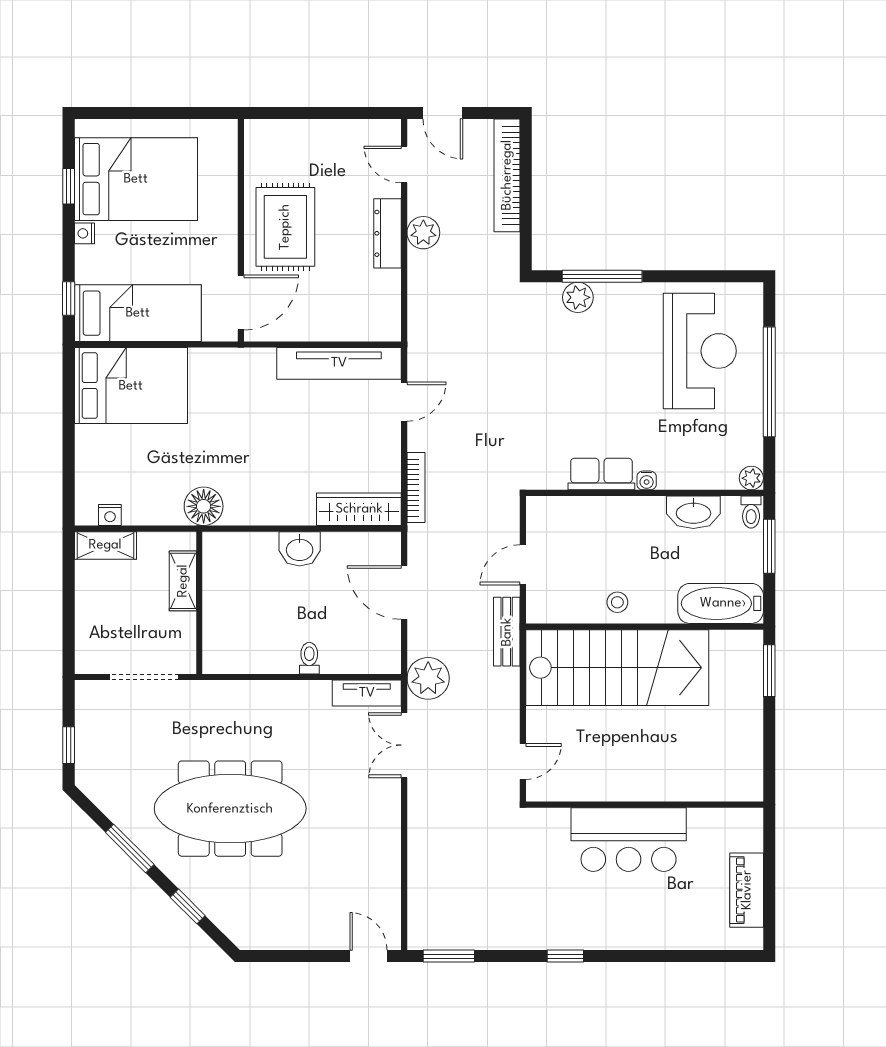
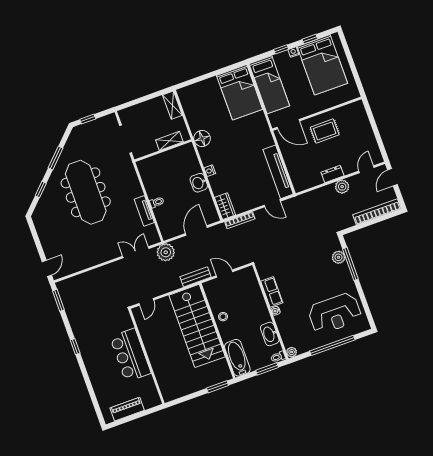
rug: (285, 227) -> (325, 131), width x0.73, depth x0.70
dresser: (387, 233) -> (333, 174), width x0.70
window: (69, 299) -> (281, 49), moved
wardrobe: (359, 509) -> (225, 206), width x0.67
nightstand: (110, 515) -> (210, 171), moved
tv unit: (367, 693) -> (144, 211), moved
door: (523, 761) -> (146, 302), hinge flipped

